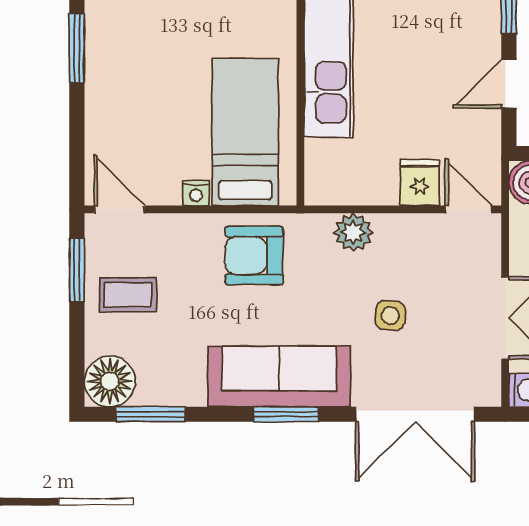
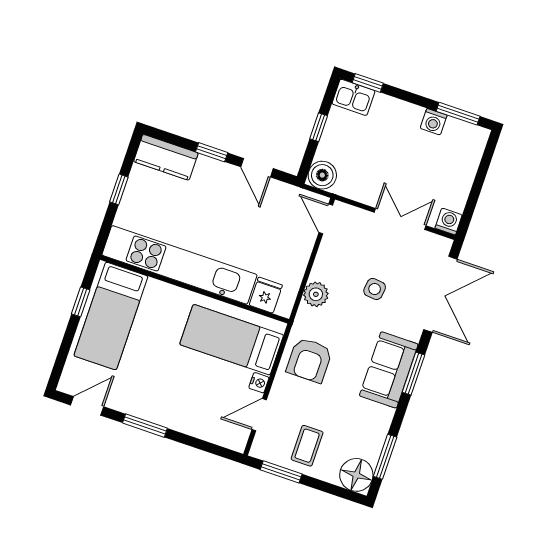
fridge: (420, 182) -> (266, 295), moved, turned 90
door: (119, 209) -> (259, 415), moved
door: (468, 209) -> (326, 219), hinge flipped
sofa: (279, 376) -> (389, 370), width x0.73

